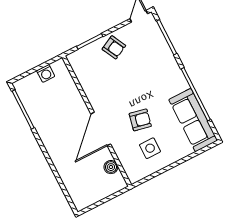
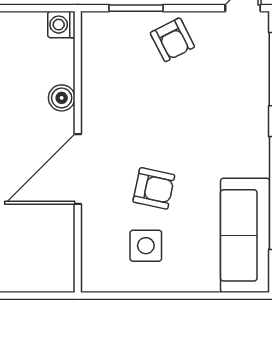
washing machine: (46, 73) -> (61, 25), moved, turned 90
boiler: (111, 167) -> (62, 98), moved

